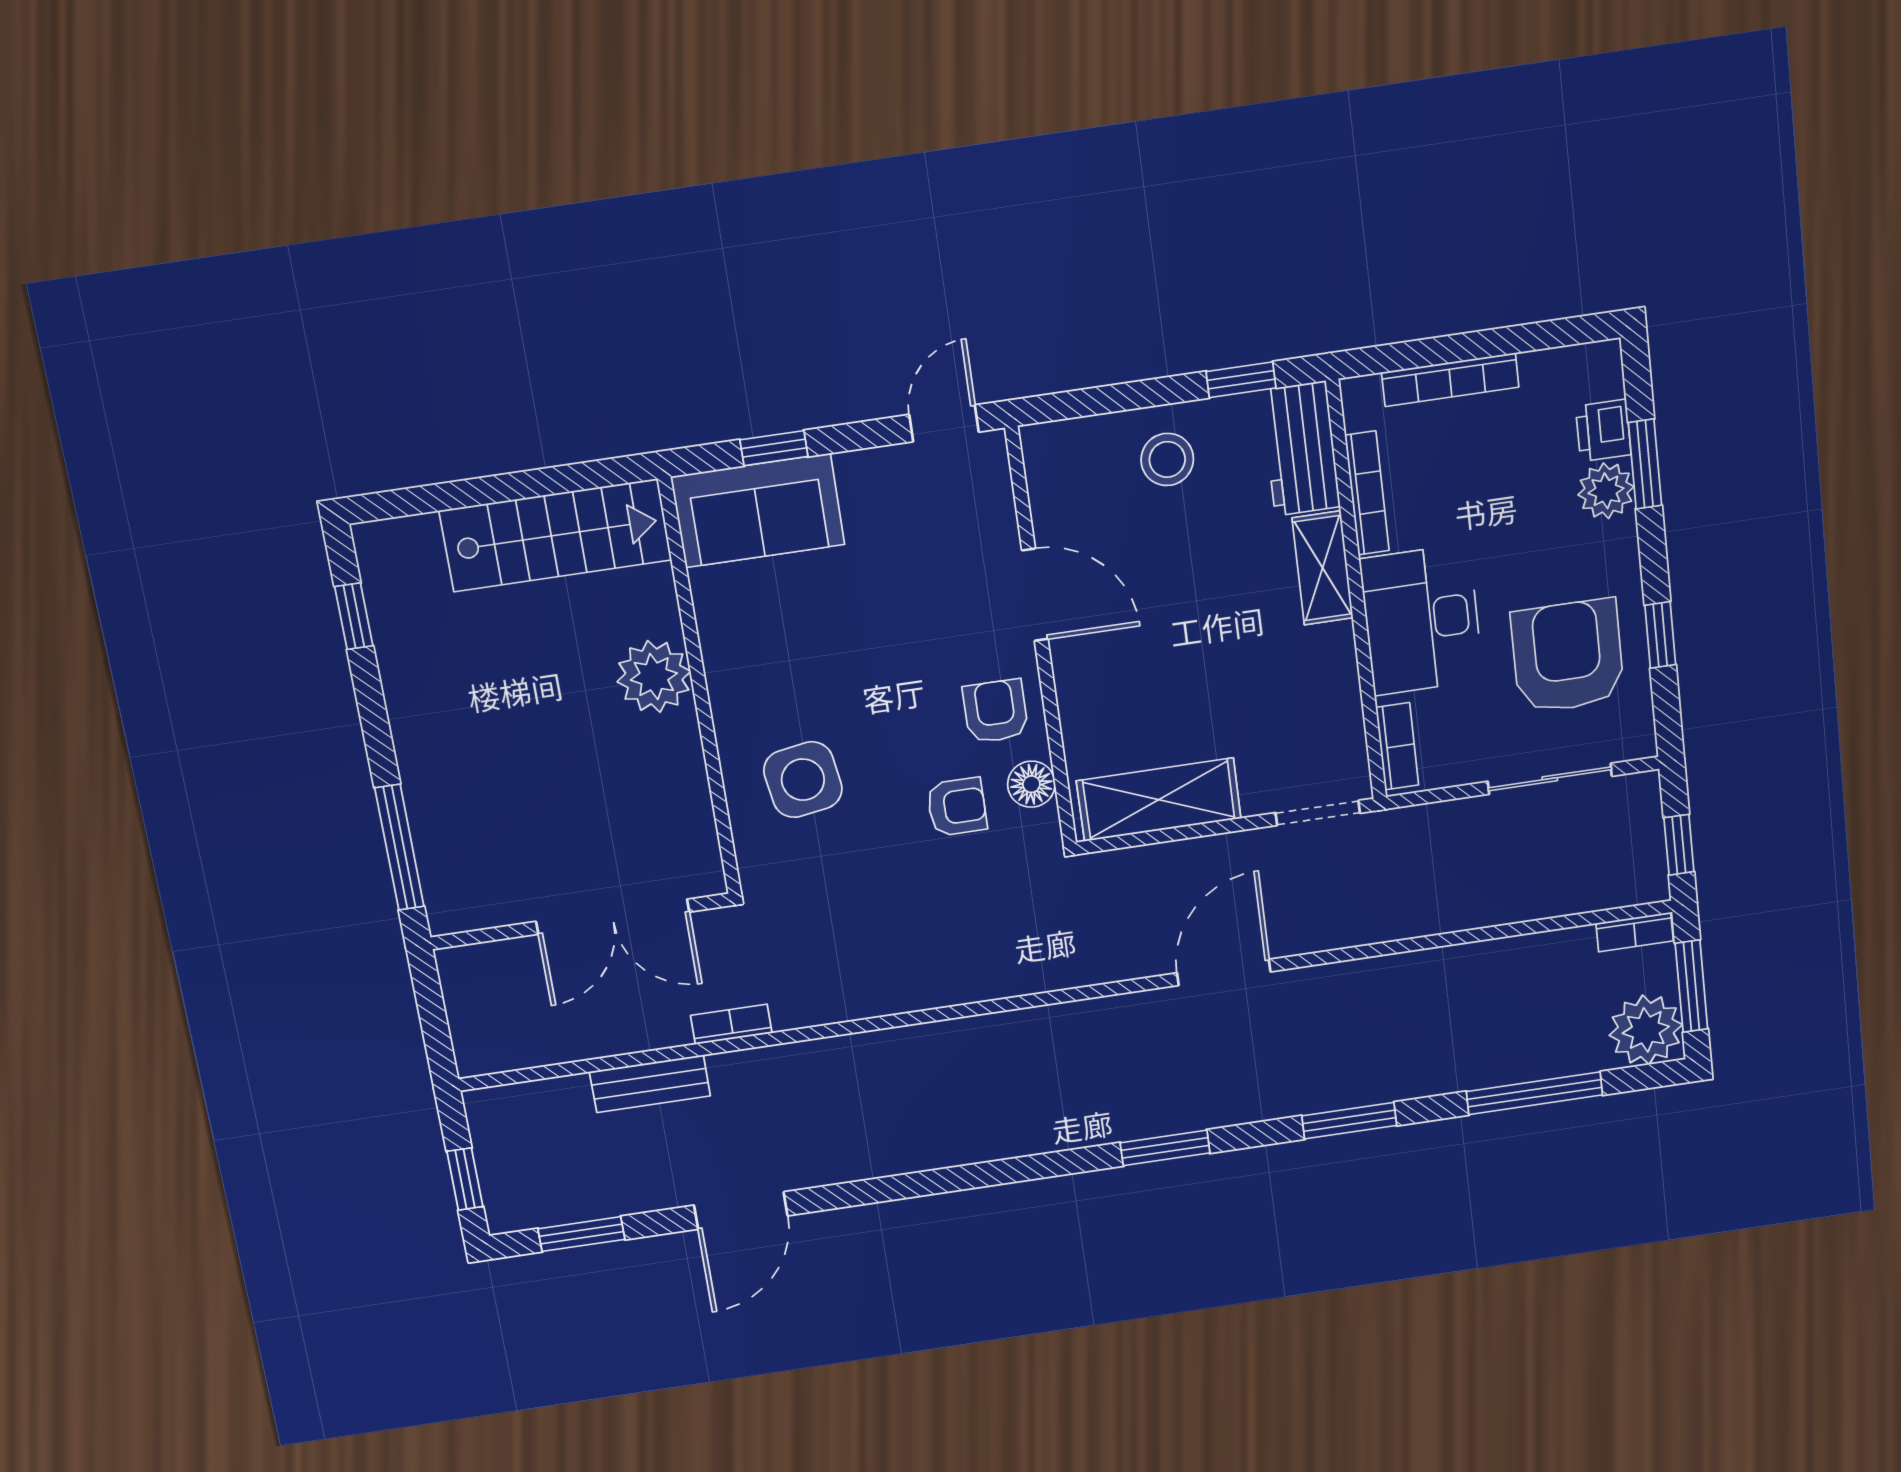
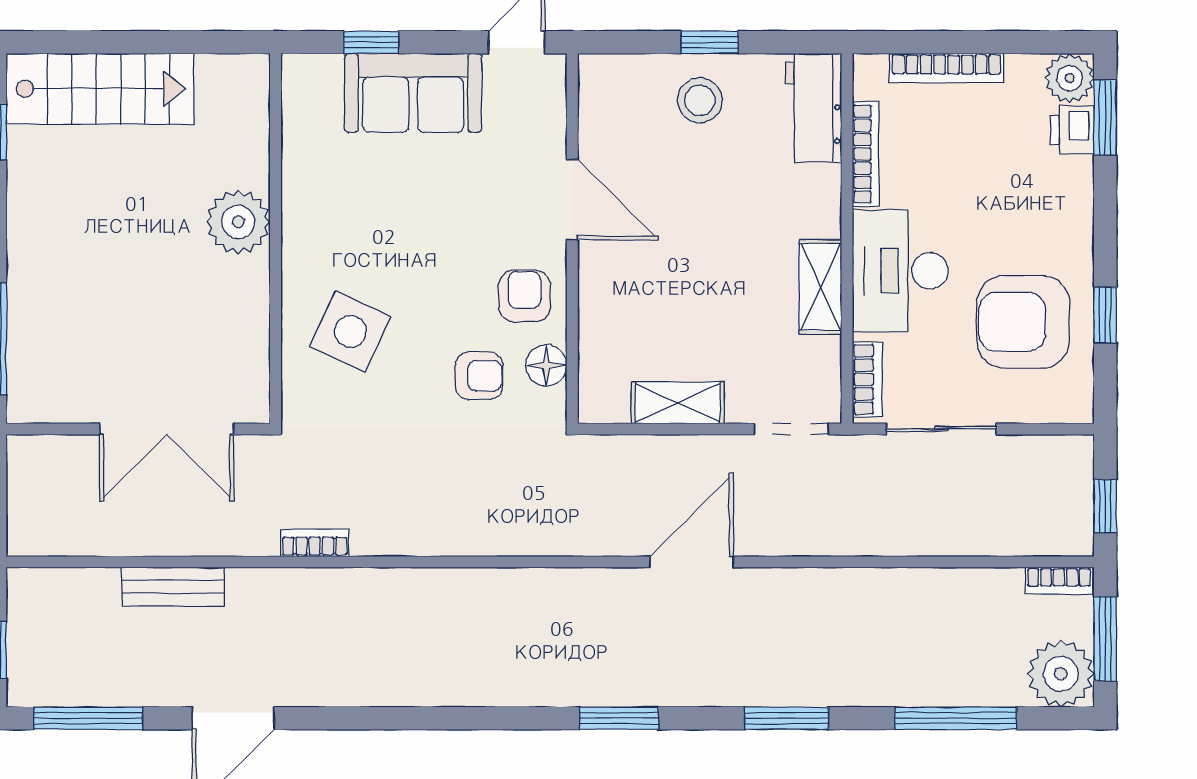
window: (1241, 380) -> (710, 42), moved
window: (1645, 464) -> (1105, 118), moved
plant: (1606, 491) -> (1070, 78), moved
sofa: (758, 511) -> (413, 93), moved
stairs: (556, 535) -> (100, 89), moved
shelving: (1323, 568) -> (820, 287), moved
armchair: (1568, 656) -> (1023, 322), turned -90
sliding door: (1550, 779) -> (941, 429), moved
side table: (803, 780) -> (350, 331), turned 34
shelving: (1159, 800) -> (678, 403), width x0.67, depth x0.75
bookcase: (731, 1024) -> (315, 543), moved
window: (581, 1234) -> (88, 718), width x1.44

